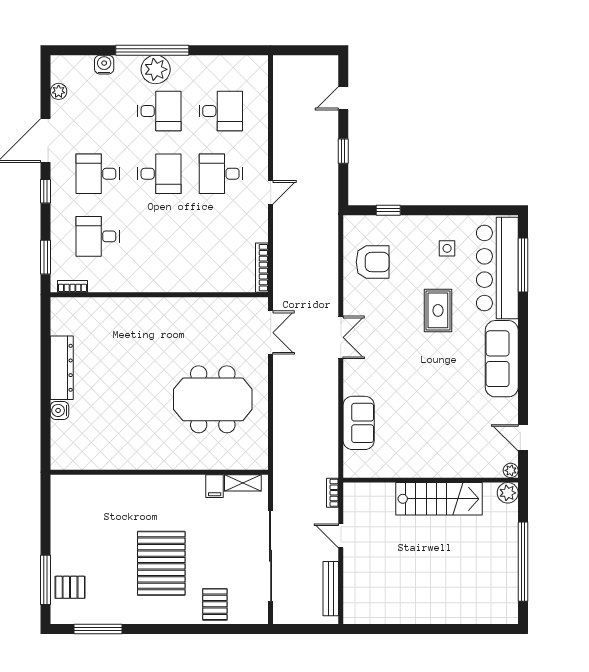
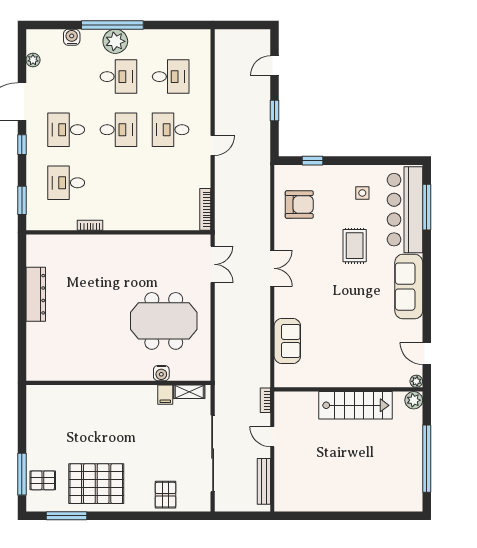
bookcase: (72, 286) -> (90, 225), moved
water cooler: (60, 410) -> (161, 373), moved, turned -90
pallet: (161, 563) -> (96, 484), moved, turned 90

